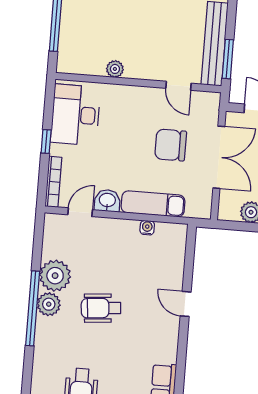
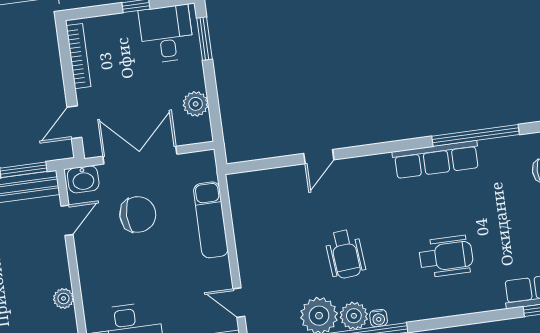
chair: (171, 145) -> (138, 214), turned -90
washbasin: (107, 201) -> (83, 179), moved, turned -90
water cooler: (147, 228) -> (379, 318), moved, turned -90

